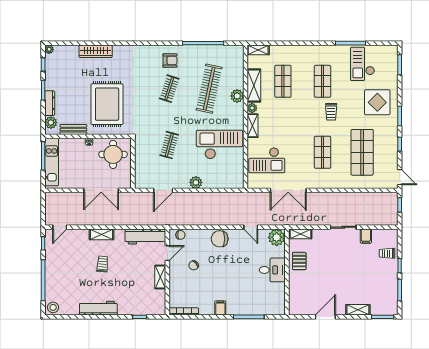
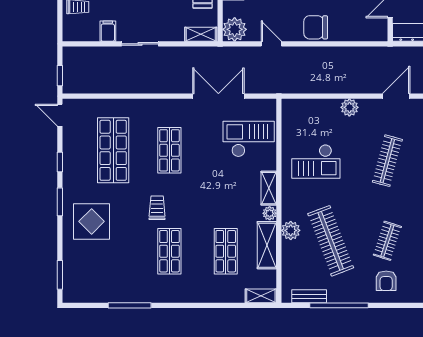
bench: (224, 50) -> (309, 296), added
armchair: (170, 61) -> (386, 281), turned -90
checkout: (362, 64) -> (113, 276), removed
clothes rail: (209, 89) -> (331, 241), turned -33
checkout: (220, 144) -> (316, 161), width x0.73, depth x0.83
clothes rail: (169, 145) -> (387, 161), width x1.36
chair: (180, 235) -> (371, 33), removed
chair: (220, 239) -> (316, 27), turned 180

